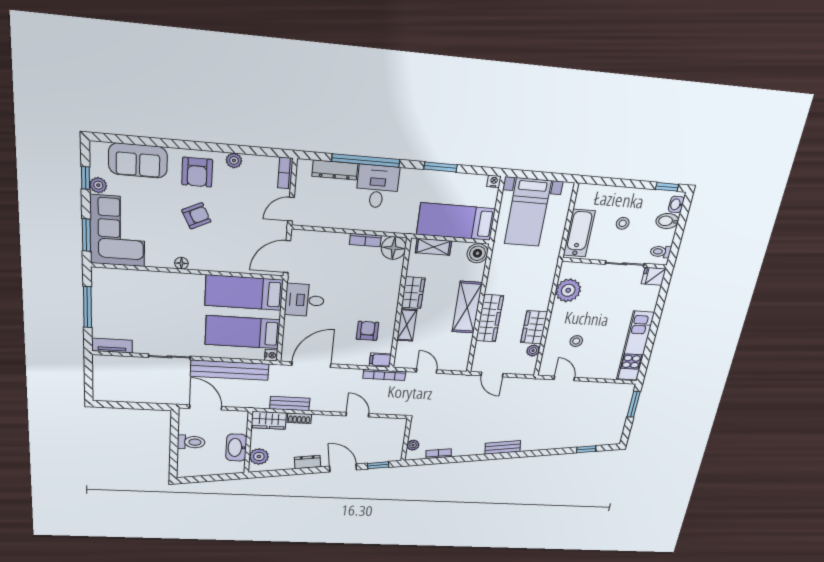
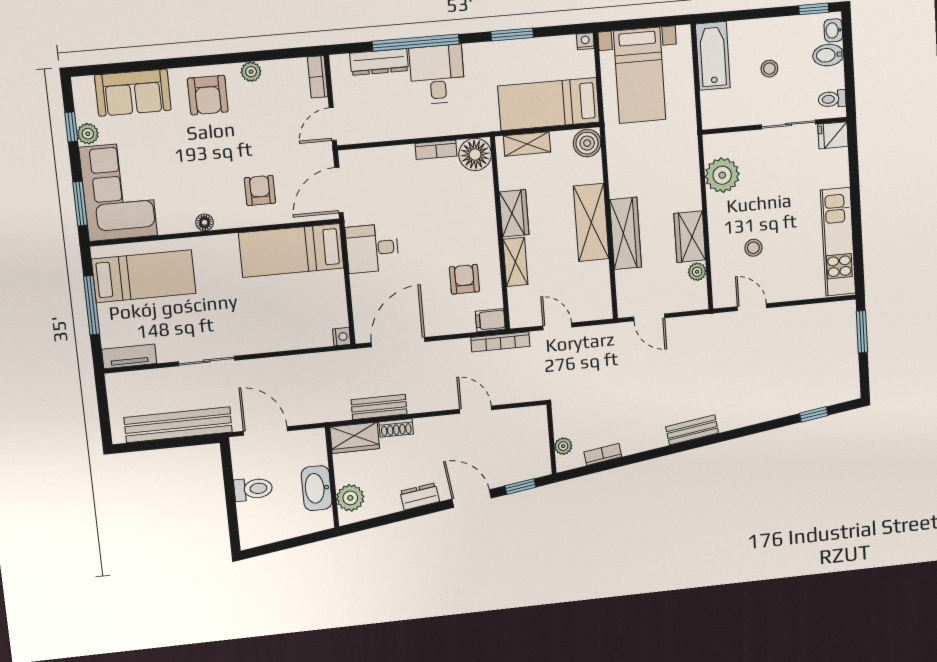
armchair: (196, 216) -> (260, 190), moved, turned -64
bathtub: (579, 233) -> (713, 56), moved
bed: (243, 332) -> (144, 276), moved, turned 180
bench: (230, 370) -> (178, 425), moved

